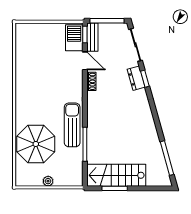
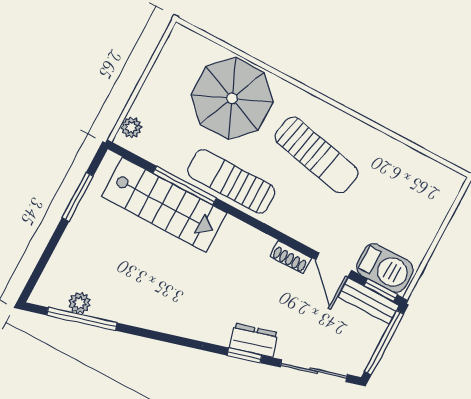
door: (85, 61) -> (333, 265), hinge flipped
sun lounger: (41, 94) -> (317, 155), added
sun lounger: (72, 125) -> (231, 181), turned 180
plant: (161, 163) -> (80, 303), added
stairs: (116, 175) -> (164, 205), moved, turned 90
plant: (48, 181) -> (131, 127), moved

